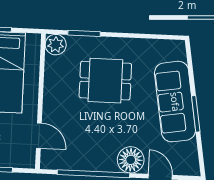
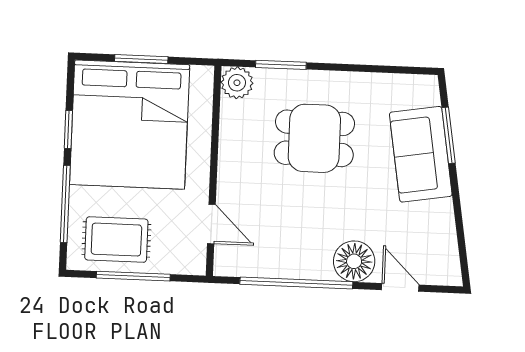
sofa: (175, 102) -> (421, 154), width x0.73
window: (196, 114) -> (448, 135), moved

